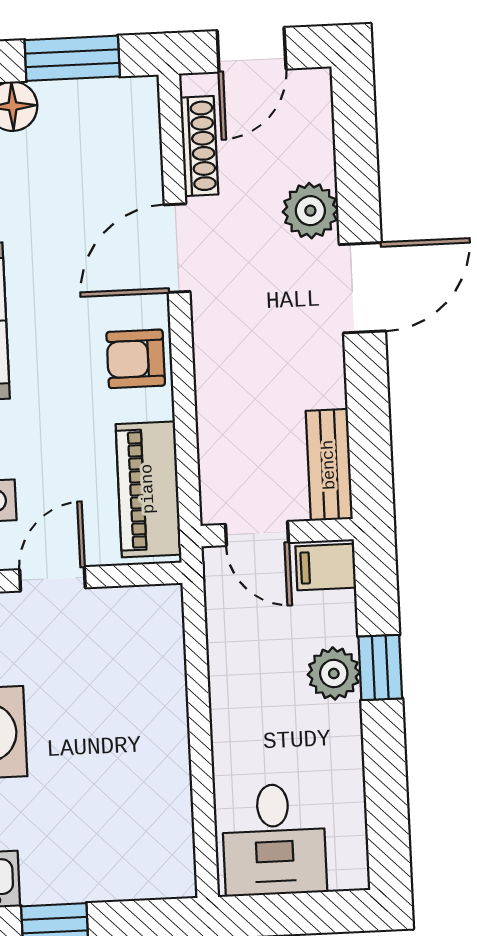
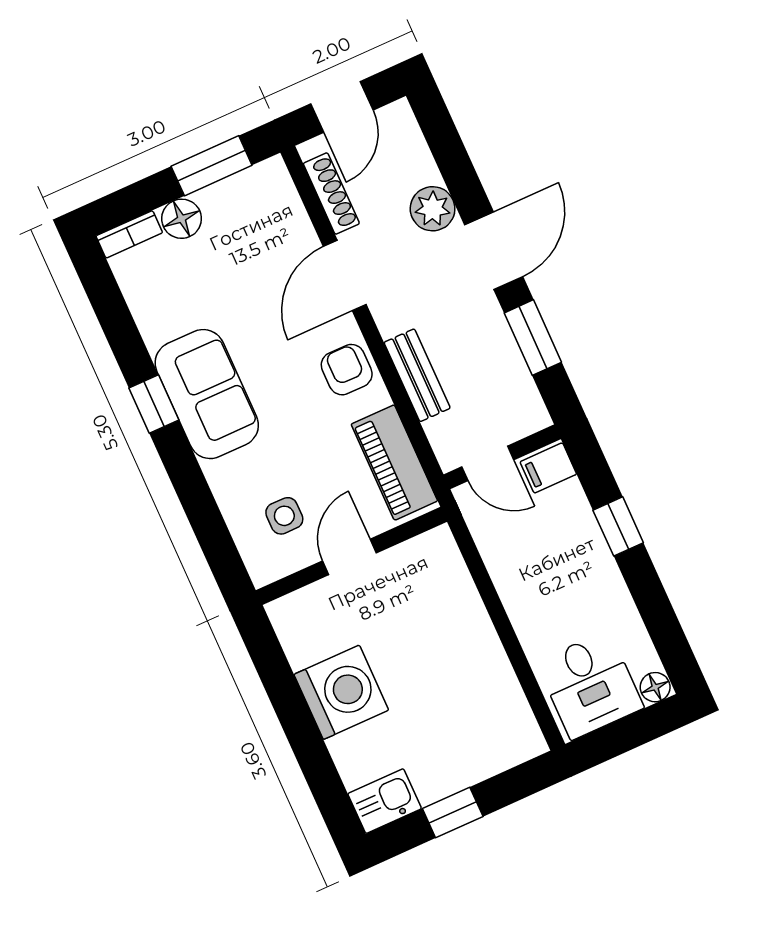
armchair: (136, 359) -> (347, 370), turned 90
window: (368, 408) -> (533, 338), added
bench: (329, 465) -> (417, 375), moved
plant: (334, 673) -> (586, 544), removed
floor lamp: (349, 872) -> (655, 687), added

